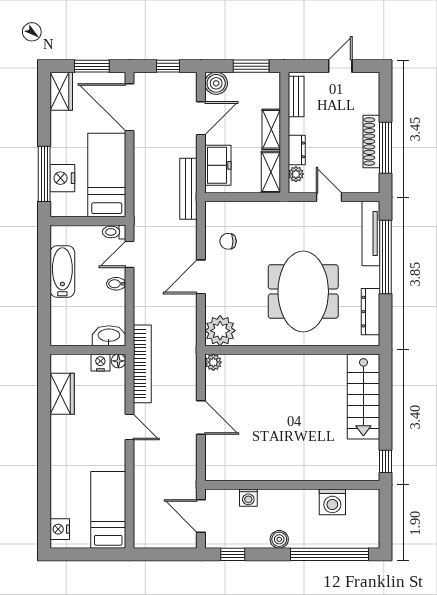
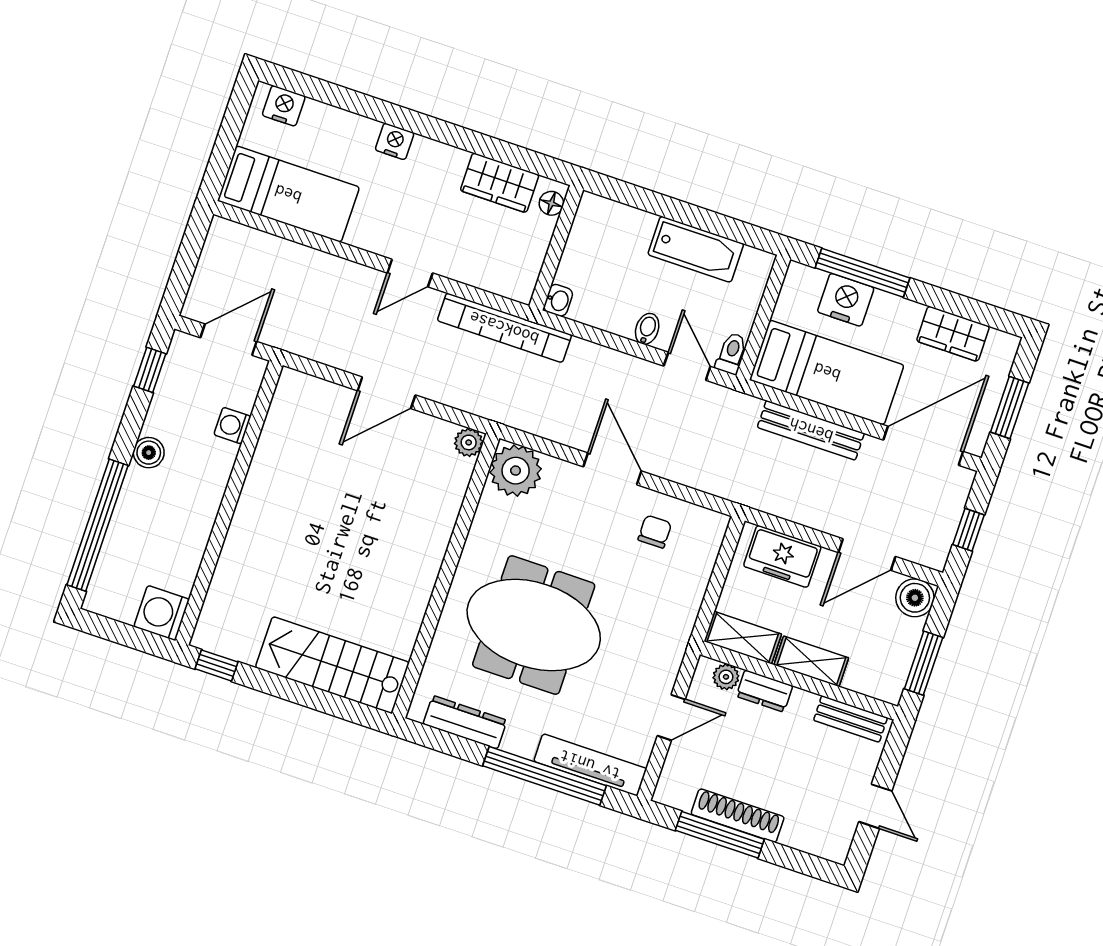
wardrobe: (61, 91) -> (953, 334), moved
door: (201, 118) -> (867, 554), hinge flipped
bench: (188, 189) -> (811, 430), moved
washbasin: (109, 336) -> (558, 300), width x0.52, depth x0.69
floor lamp: (118, 361) -> (551, 203), moved
nightstand: (100, 363) -> (395, 141), moved, turned -90
washing machine: (332, 502) -> (162, 613), moved

